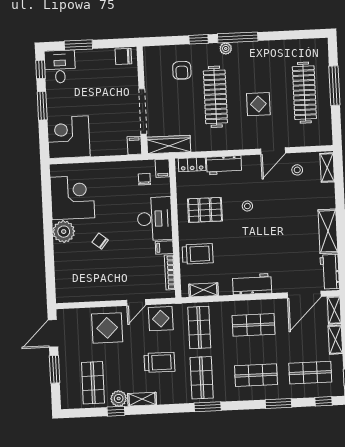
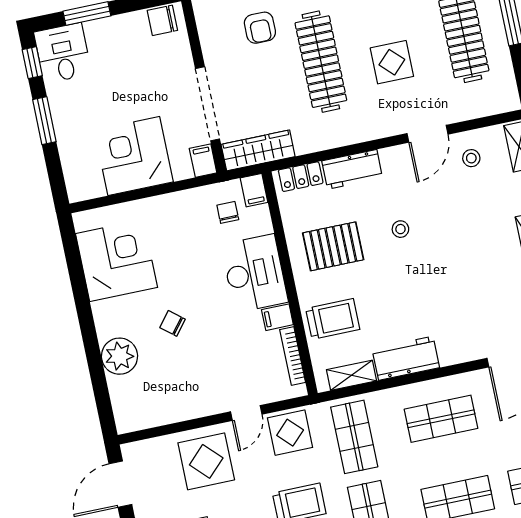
corner desk: (69, 137) -> (134, 156), moved
plant: (64, 232) -> (120, 356), moved
workbench: (252, 284) -> (406, 358), moved

